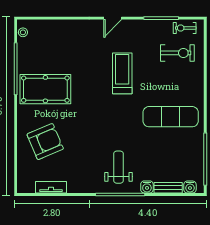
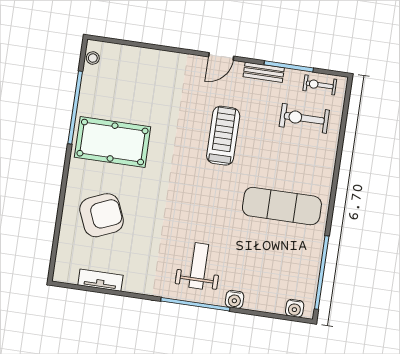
exercise bike: (177, 53) -> (304, 118), turned 180
bench: (168, 188) -> (264, 72), moved

